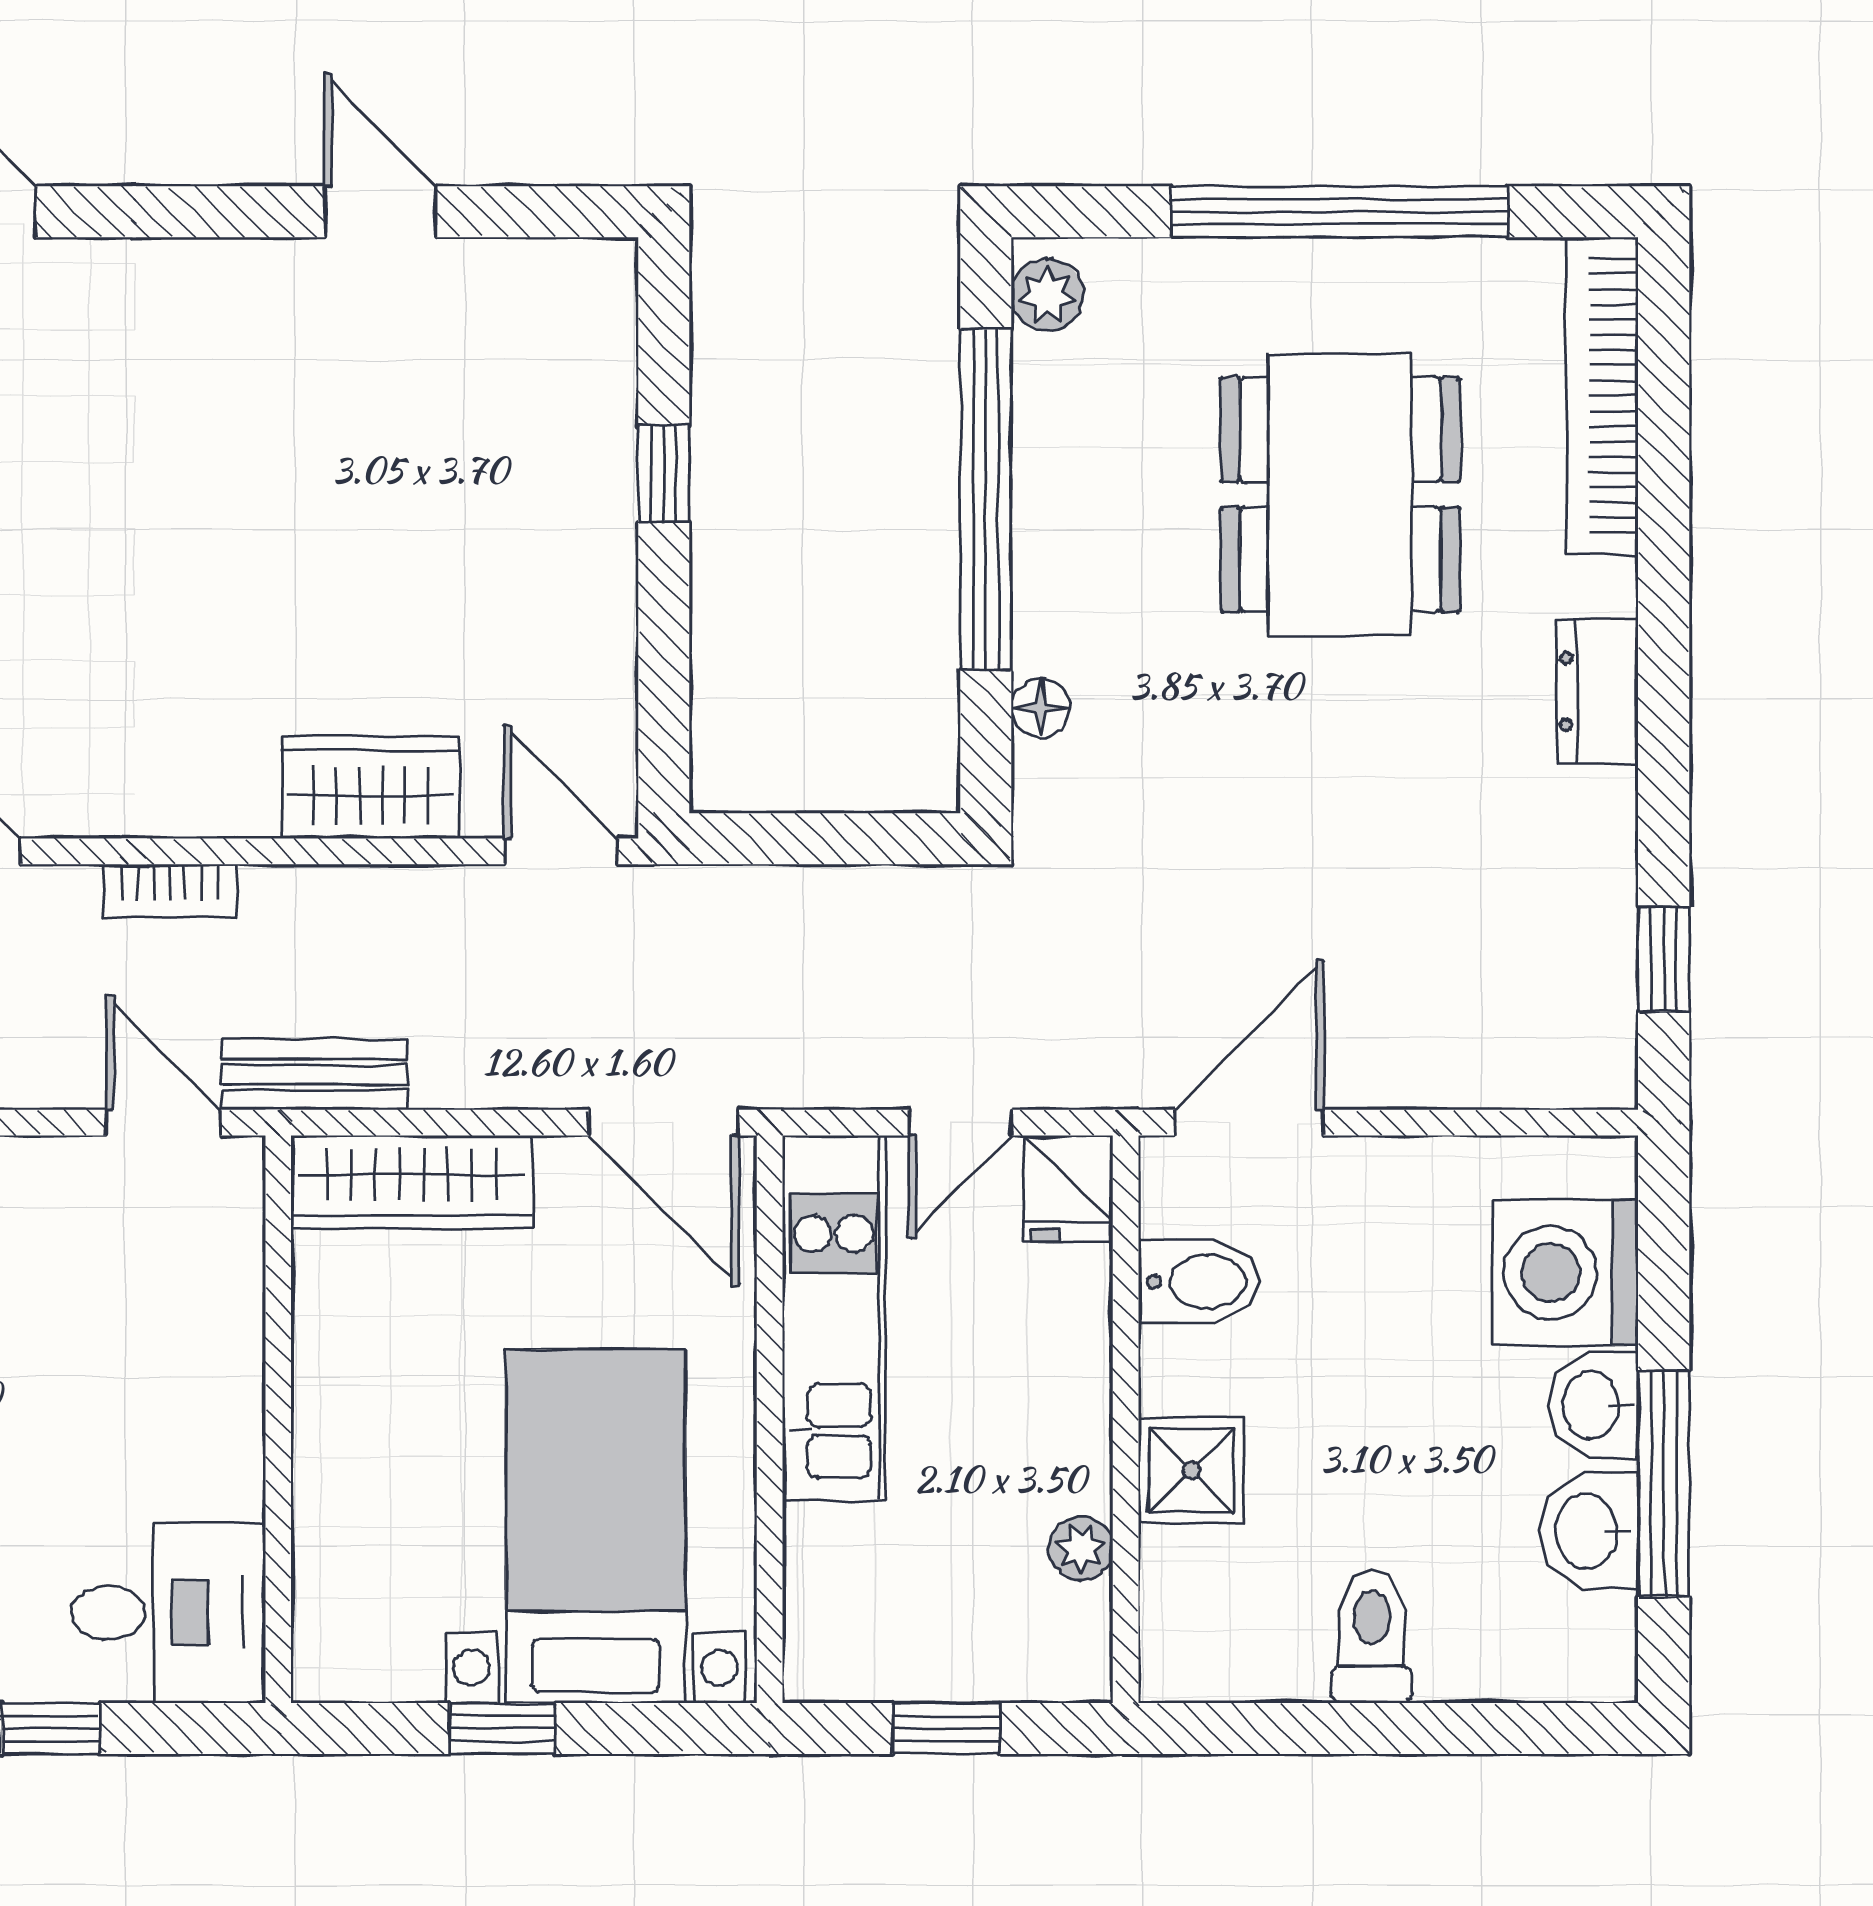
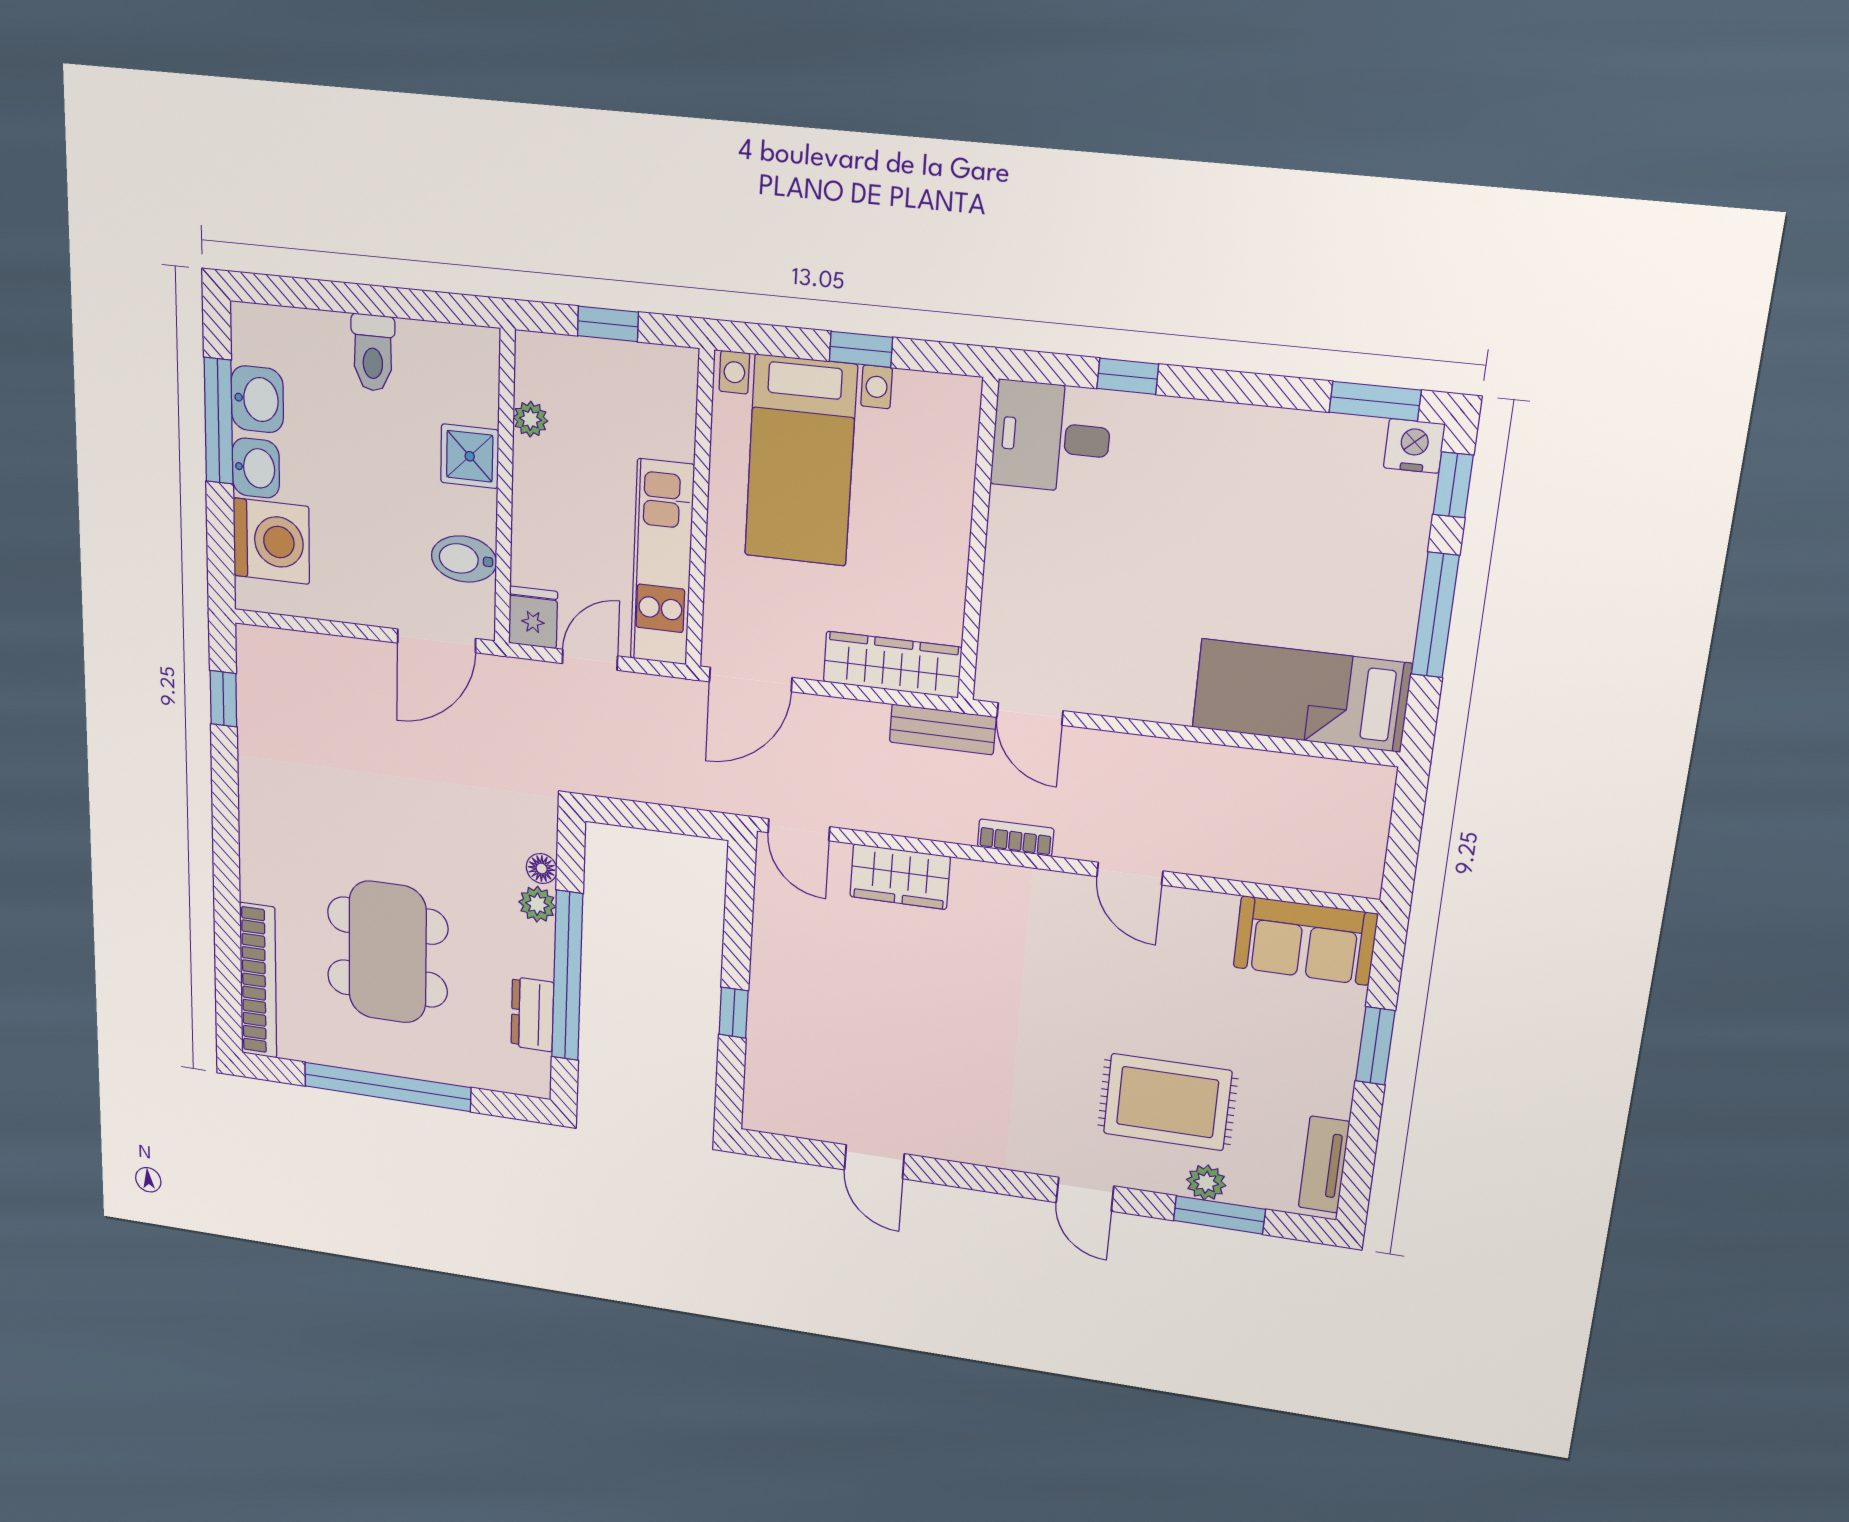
plant: (1047, 295) -> (537, 904), moved
dresser: (1598, 692) -> (532, 1014), moved, turned 180
door: (664, 1123) -> (751, 680), swing flipped

